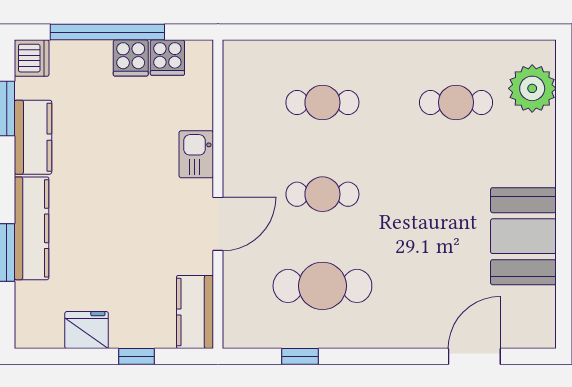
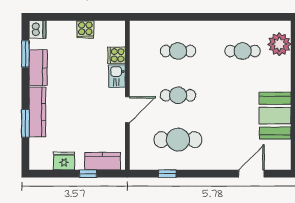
window: (107, 32) -> (74, 17), removed
cooker: (167, 58) -> (117, 55), moved, turned 90
kitchen counter: (195, 312) -> (103, 161), moved, turned 90

